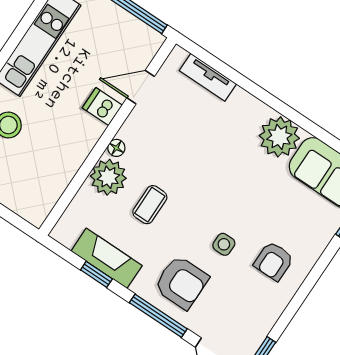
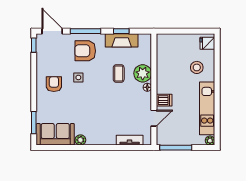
plant: (279, 137) -> (80, 140), width x0.53, depth x0.53

